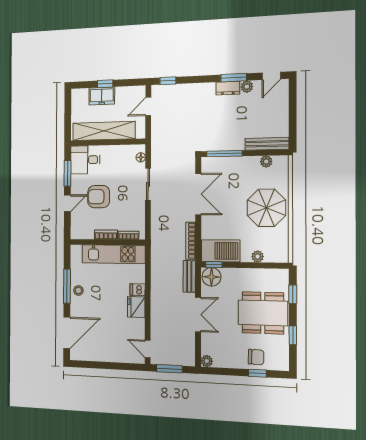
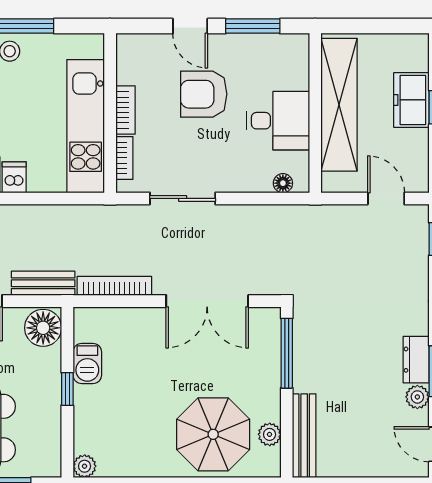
desk: (85, 160) -> (278, 121), moved, turned 90
sliding door: (148, 184) -> (183, 198), moved
armchair: (99, 197) -> (204, 94), turned -90
parasol: (266, 208) -> (213, 434), moved
barbecue: (221, 251) -> (87, 364), width x0.53, depth x0.65
plant: (258, 257) -> (85, 466), moved
window: (214, 265) -> (67, 389), moved

